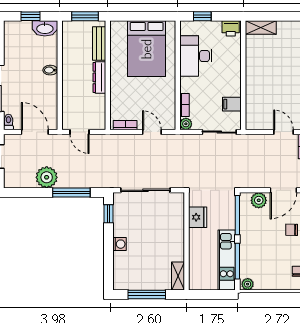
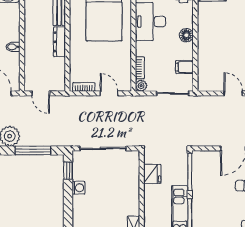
bidet: (50, 70) -> (13, 47), moved
floor lamp: (234, 70) -> (186, 35), added
plant: (259, 200) -> (210, 158), removed
washing machine: (120, 244) -> (78, 188), moved

